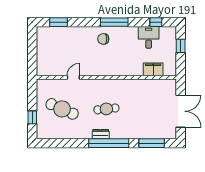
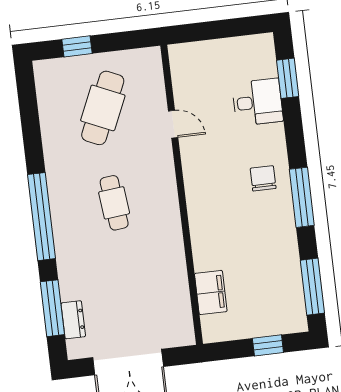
window: (156, 22) -> (312, 287), width x2.17
desk: (149, 37) -> (257, 102), moved
dresser: (101, 134) -> (73, 320), moved

